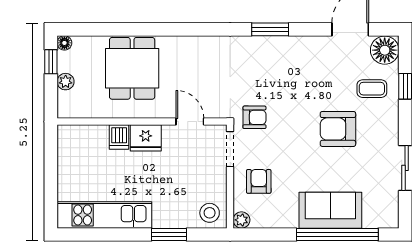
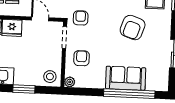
armchair: (254, 117) -> (81, 18), turned -90
armchair: (338, 129) -> (133, 28), turned -71

